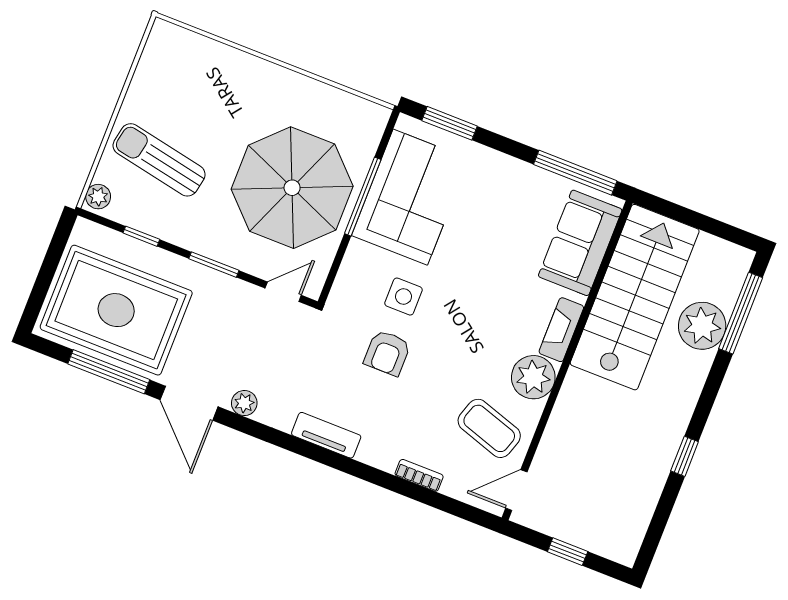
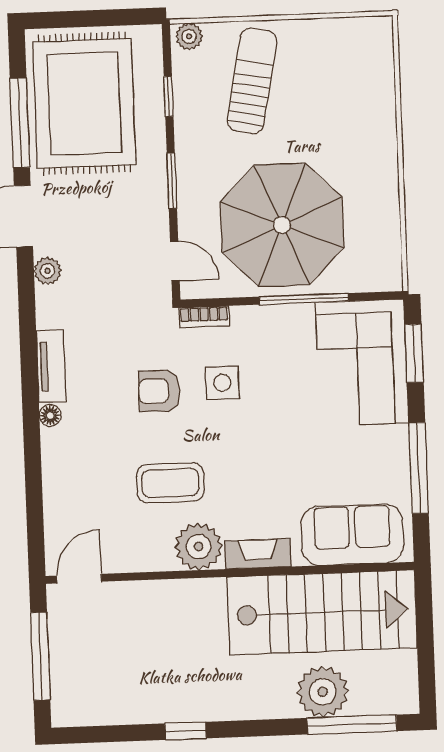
window: (575, 173) -> (419, 468), moved
corner sofa: (410, 197) -> (362, 363), moved, turned 90
coffee table: (489, 428) -> (170, 483), moved, turned 72
floor lamp: (368, 454) -> (50, 416), added
bookcase: (419, 475) -> (204, 317), moved, turned 90
door: (516, 490) -> (79, 579), hinge flipped
window: (568, 552) -> (40, 656), width x2.17

